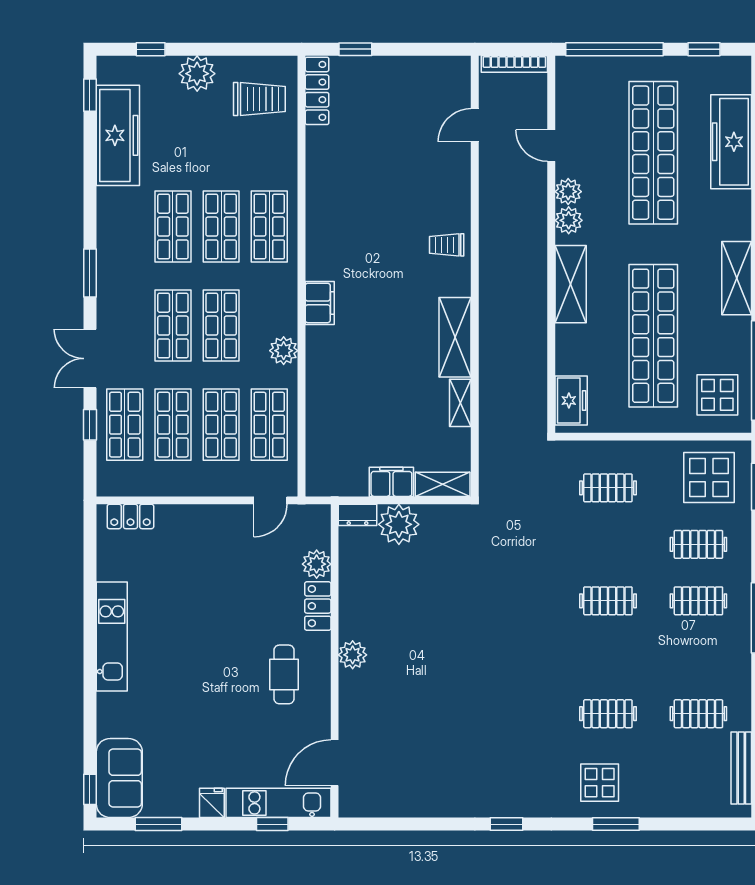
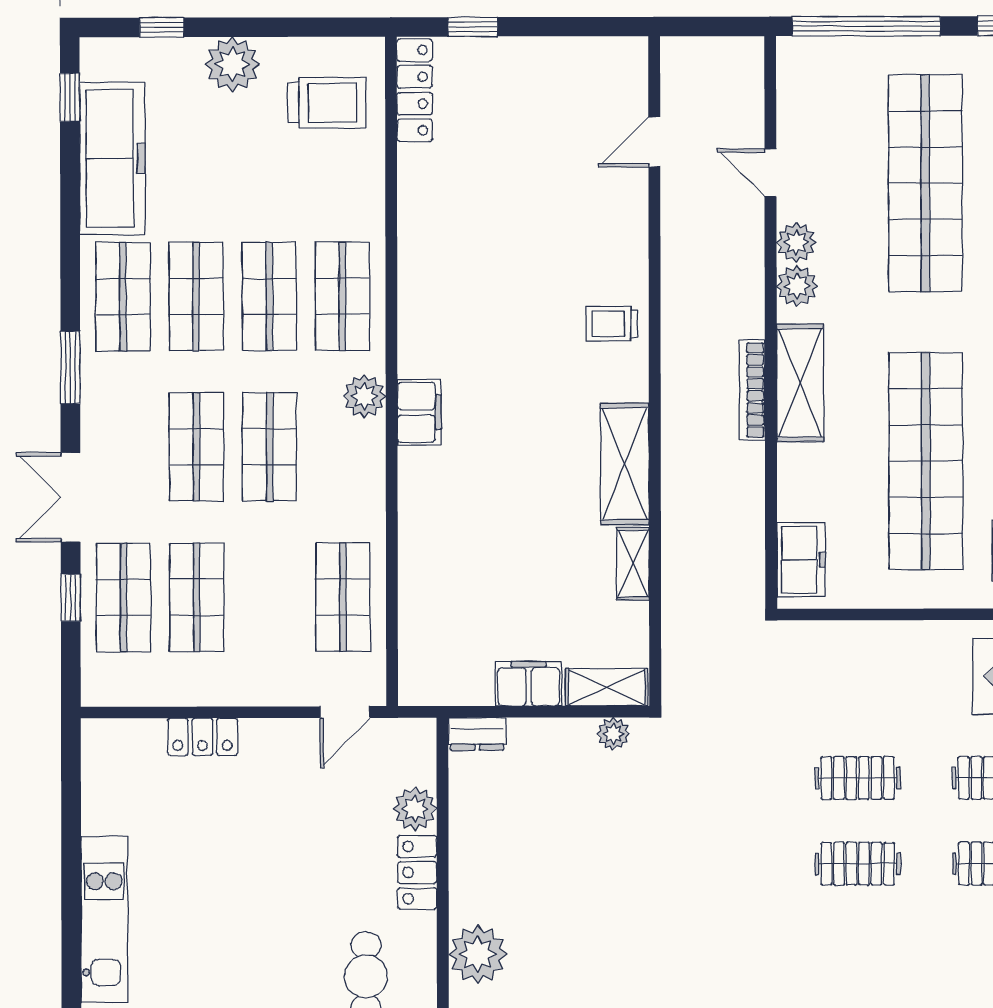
bookcase: (514, 64) -> (752, 390), moved, turned 90
plant: (284, 351) -> (364, 396), moved
shop shelf: (221, 425) -> (123, 297), moved
clothes rail: (608, 488) -> (858, 778), moved
locker: (130, 516) -> (202, 737), moved
plant: (399, 524) -> (613, 734), moved, width x0.53, depth x0.53
plant: (353, 655) -> (478, 954), width x1.36, depth x1.36

